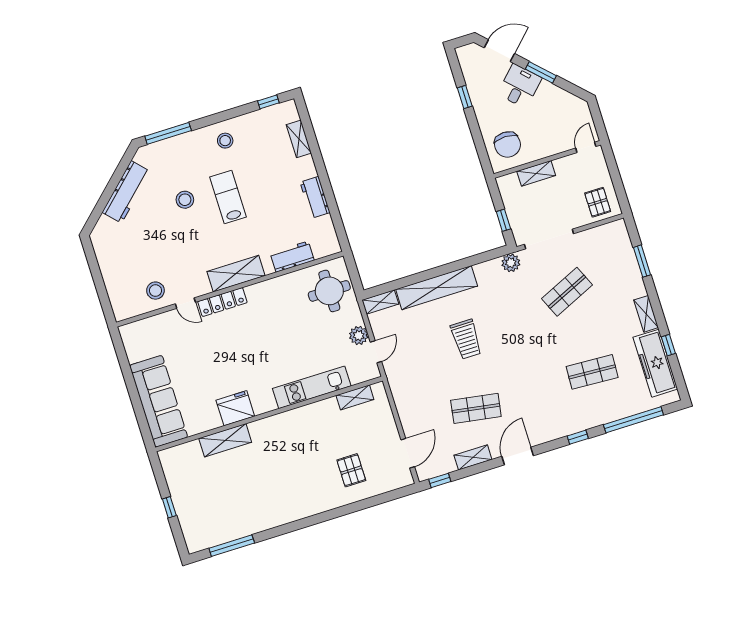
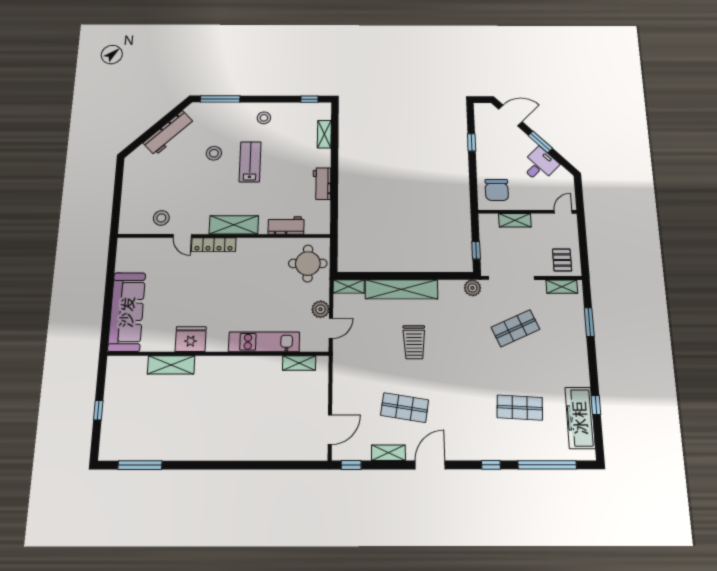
desk: (520, 86) -> (540, 165), moved
shelving: (646, 314) -> (562, 287), moved, turned 90
pallet: (351, 470) -> (274, 429), removed

